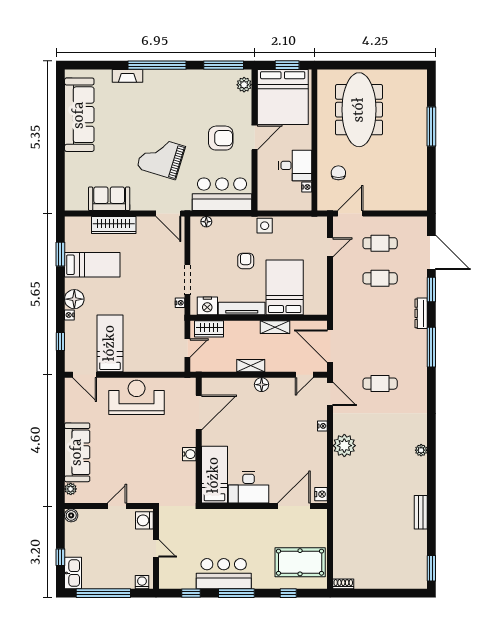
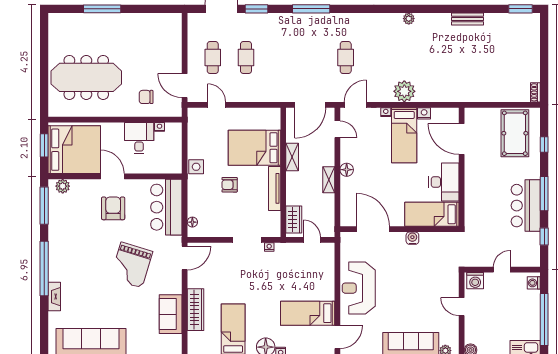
nightstand: (207, 306) -> (272, 221), removed
dresser: (421, 313) -> (279, 19), removed
bed: (298, 445) -> (404, 135), added
nightstand: (321, 494) -> (424, 113), moved

